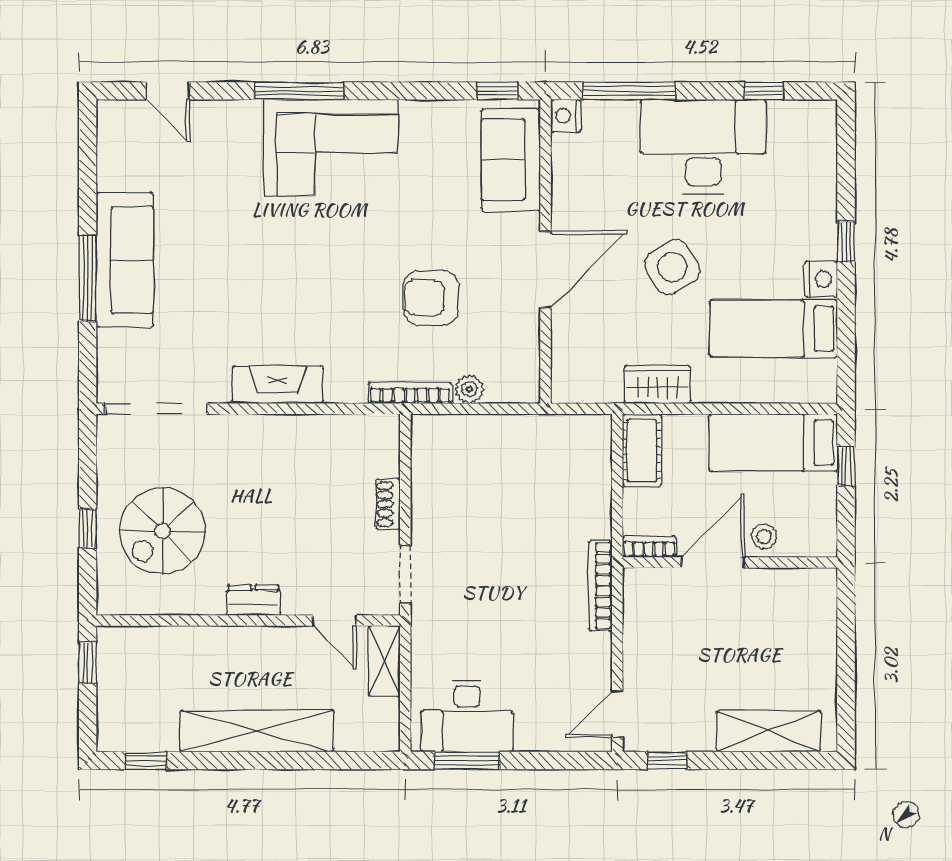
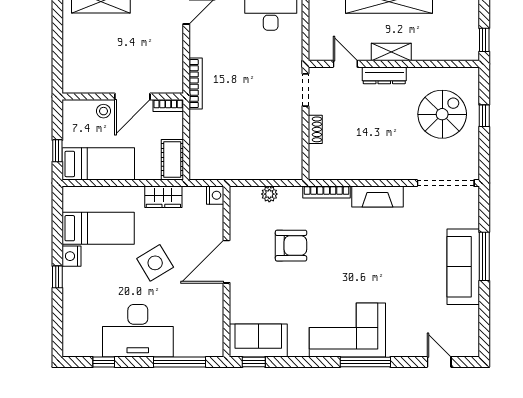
nightstand: (566, 116) -> (215, 195), moved
sofa: (511, 160) -> (258, 340), moved, turned -90
bookcase: (410, 393) -> (327, 192), moved
dresser: (253, 600) -> (384, 75), width x1.44
shelving: (384, 661) -> (391, 52), moved, turned 90

